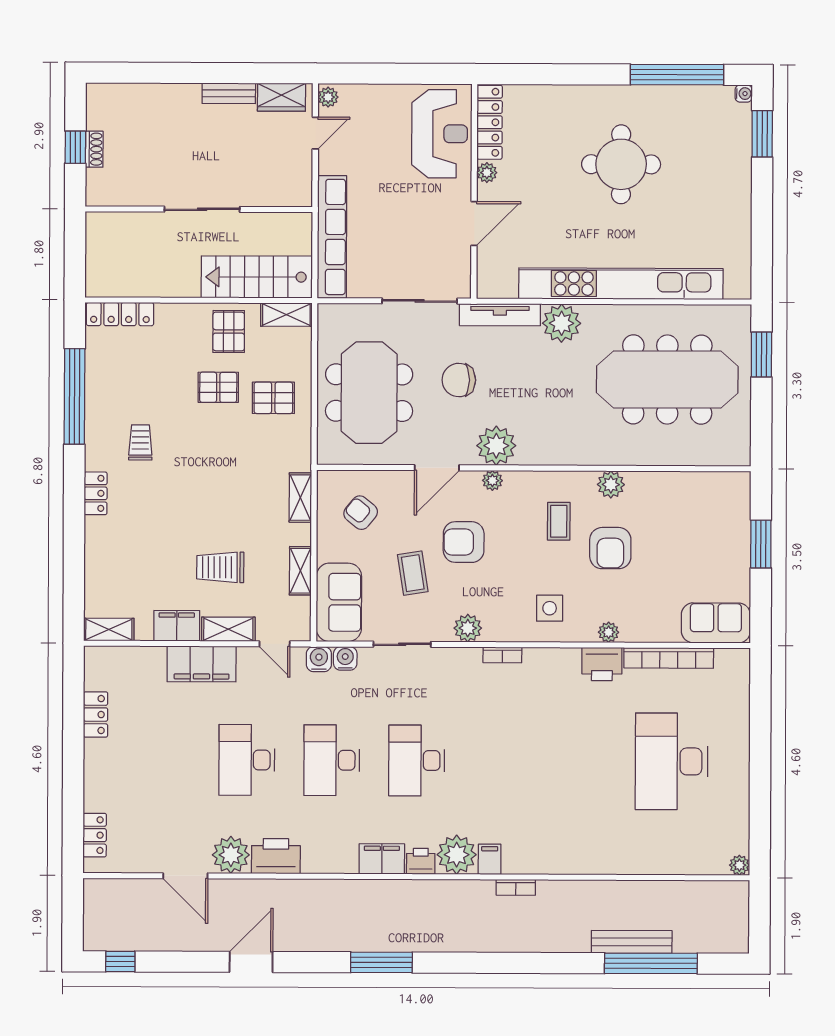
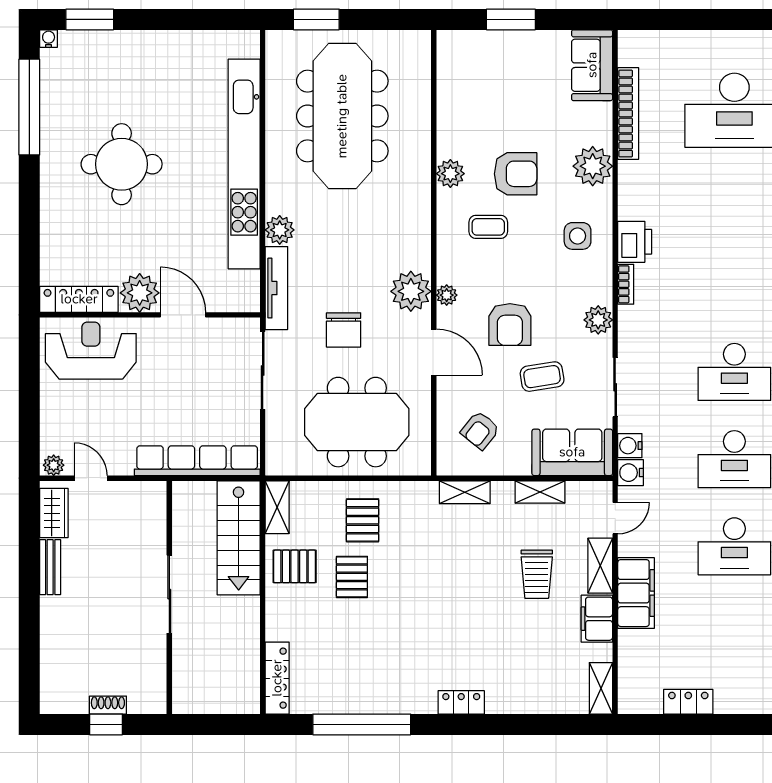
plant: (487, 173) -> (140, 293), width x1.87, depth x1.87
plant: (562, 323) -> (280, 230), width x0.73, depth x0.73
trolley: (140, 442) -> (409, 657), removed
plant: (609, 632) -> (593, 166), width x1.87, depth x1.87
printer: (602, 664) -> (635, 242), moved

